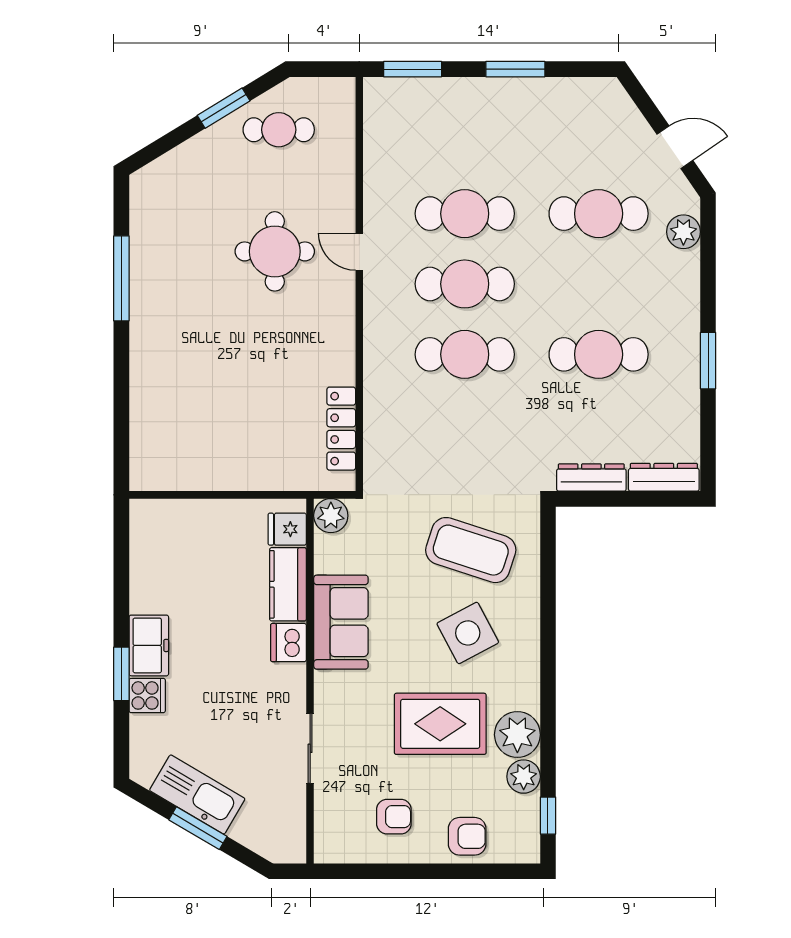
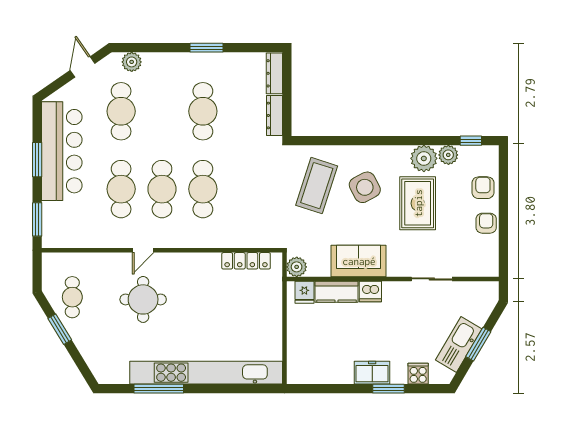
bar counter: (530, 112) -> (62, 151), added
kitchen unit: (149, 360) -> (206, 373), added
cooker: (147, 695) -> (418, 374), moved
armchair: (394, 817) -> (486, 223), moved

